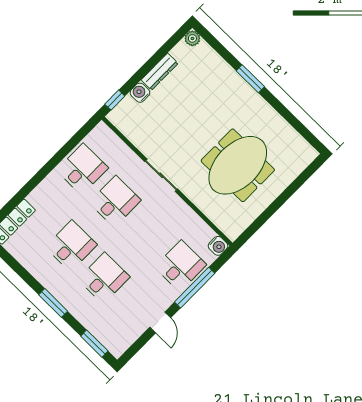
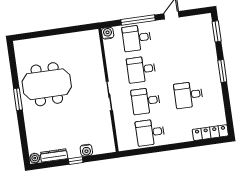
dresser: (160, 72) -> (54, 155), moved
window: (250, 79) -> (18, 99), moved
window: (115, 100) -> (76, 161), moved
meeting table: (238, 165) -> (47, 84), moved
desk: (104, 278) -> (141, 69), moved

